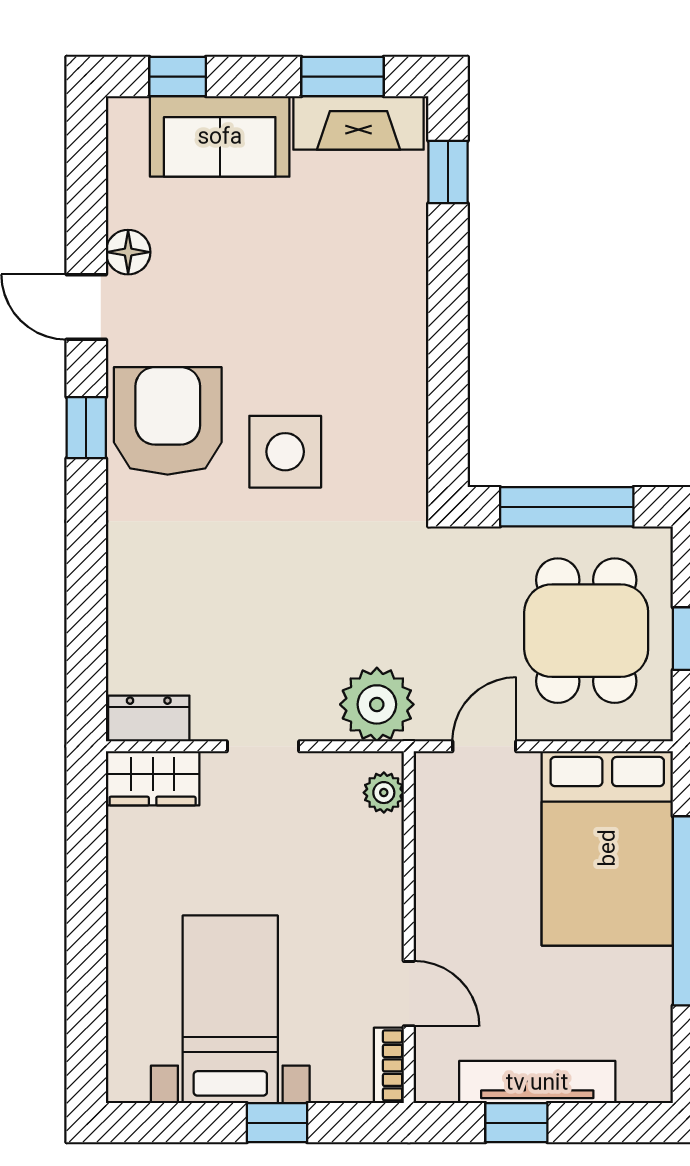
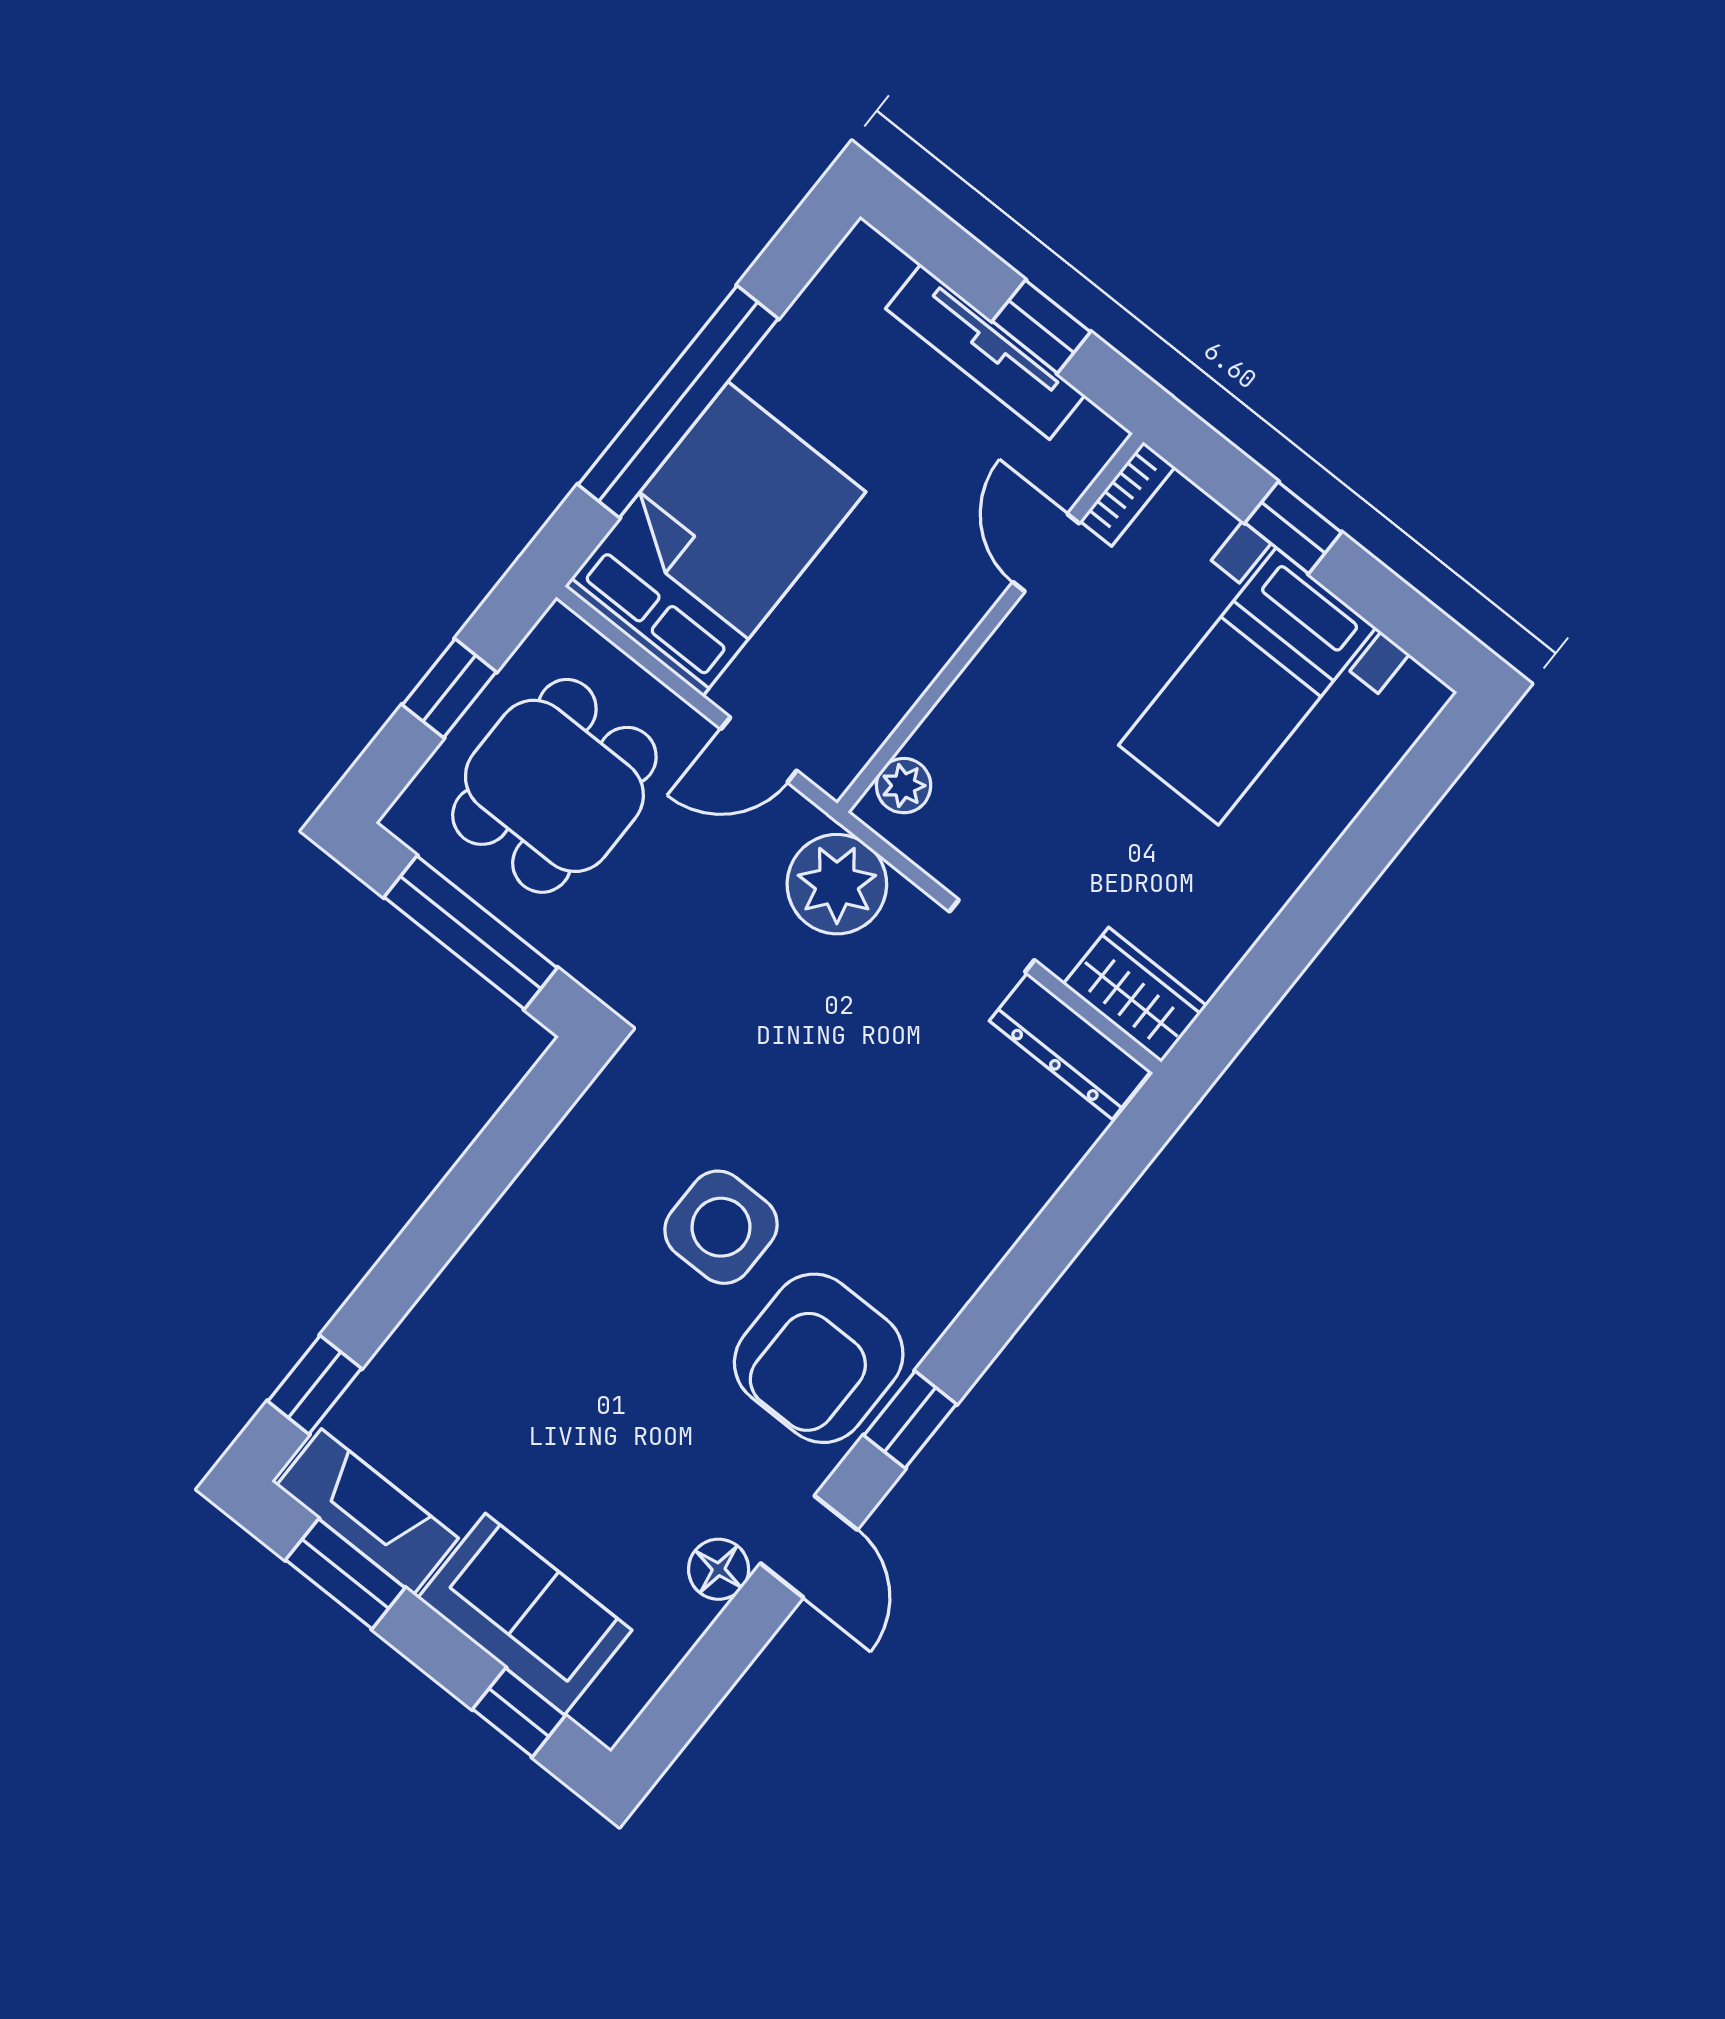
dresser: (149, 718) -> (1070, 1046), width x1.44

